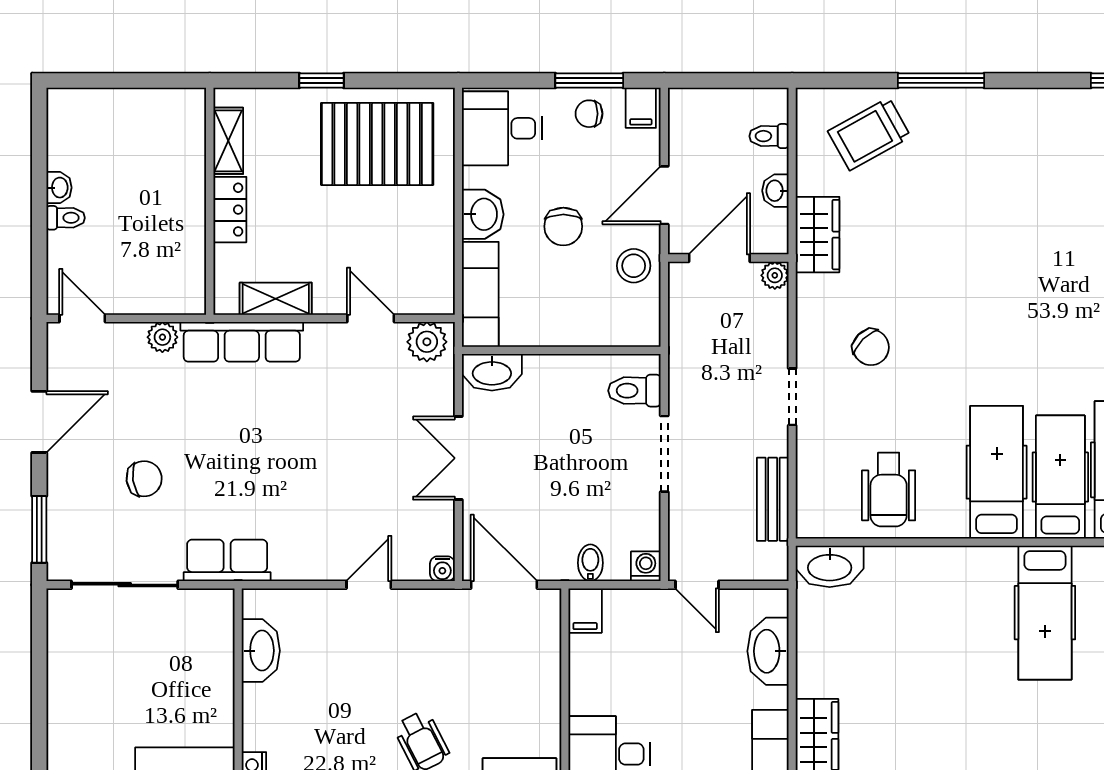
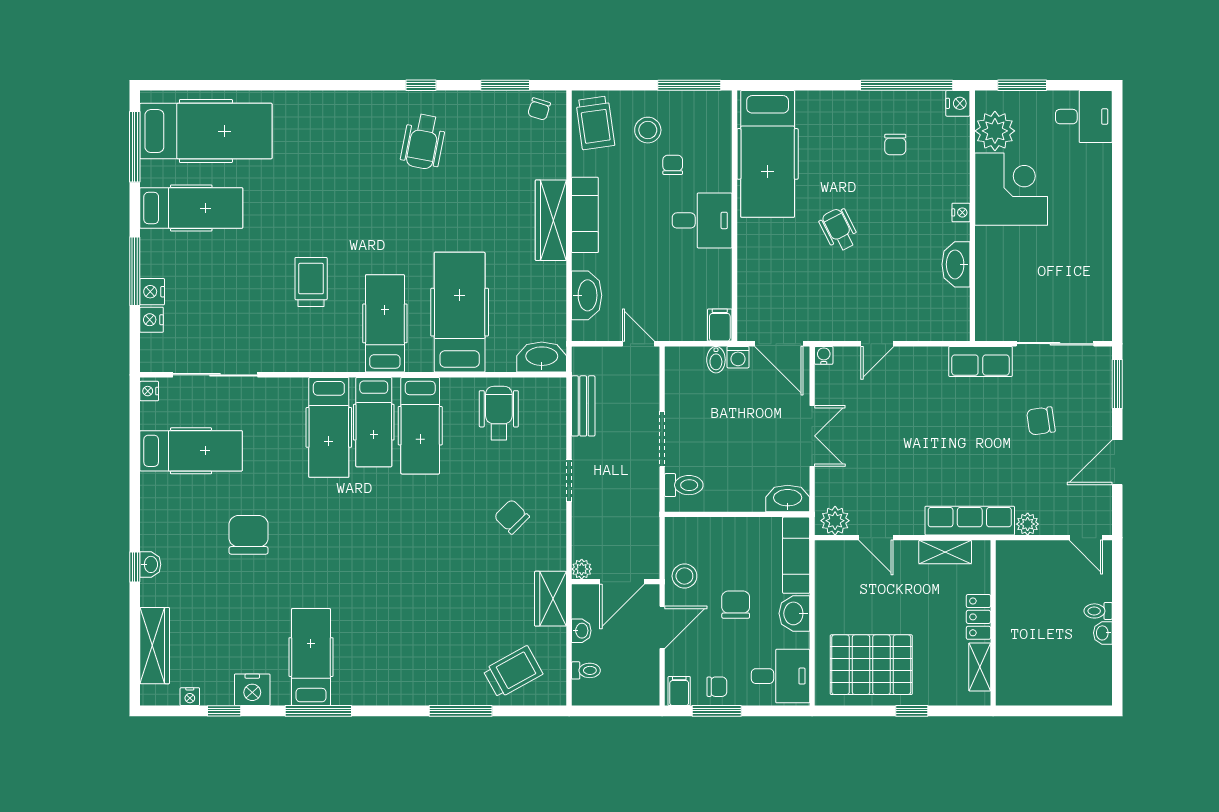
washing machine: (646, 566) -> (738, 357), moved
hospital bed: (942, 628) -> (460, 312), added
washbasin: (261, 651) -> (956, 264), moved

